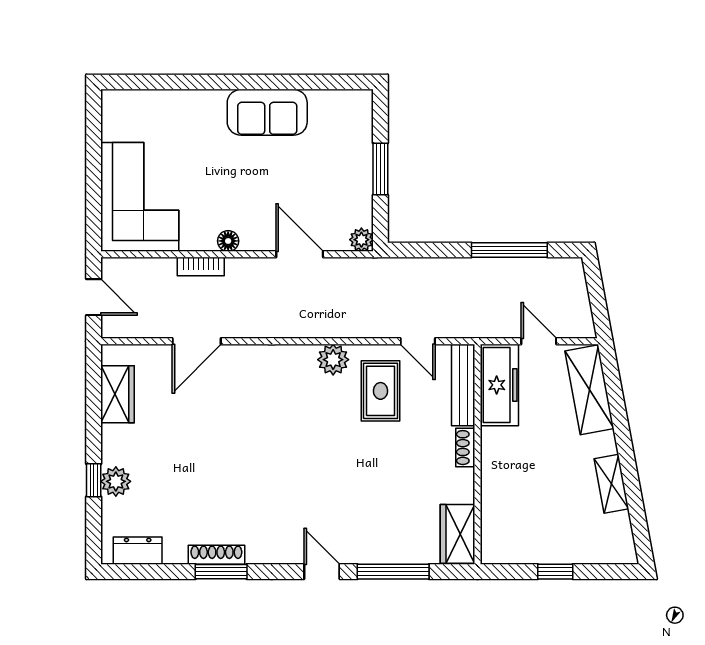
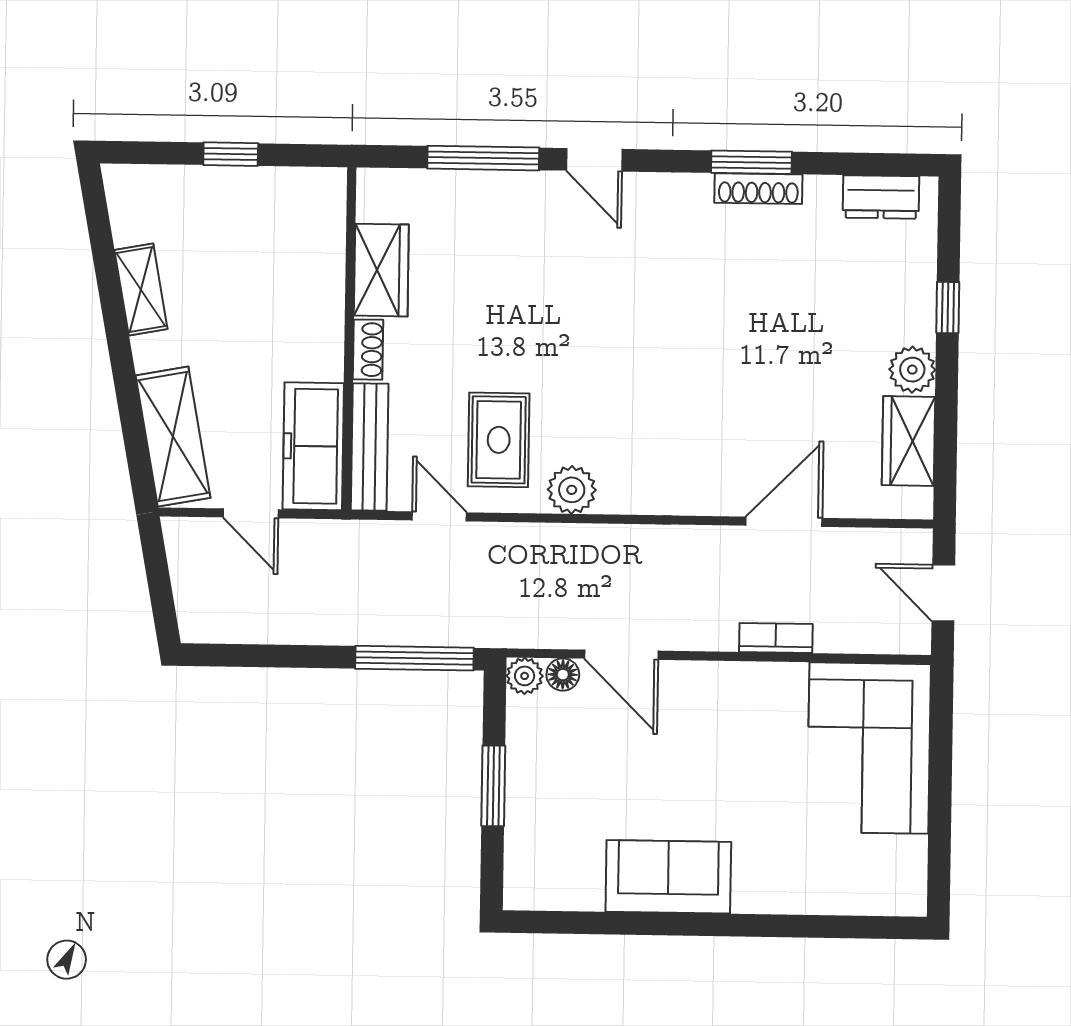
floor lamp: (228, 241) -> (563, 675), moved
window: (509, 250) -> (414, 658), moved
plant: (116, 481) -> (912, 370), moved
wardrobe: (457, 534) -> (381, 270), moved

